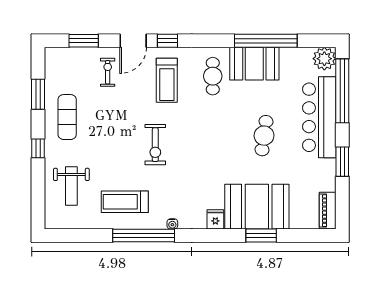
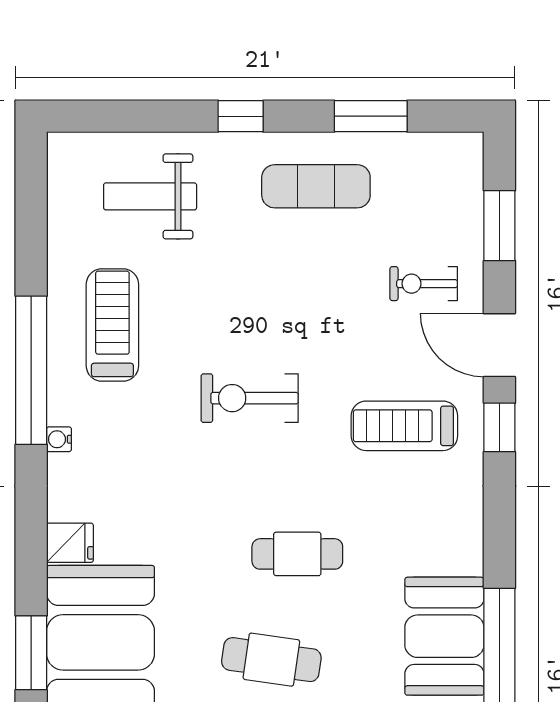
exercise bike: (108, 72) -> (424, 284), turned 180
cafe table: (213, 76) -> (297, 554), moved

